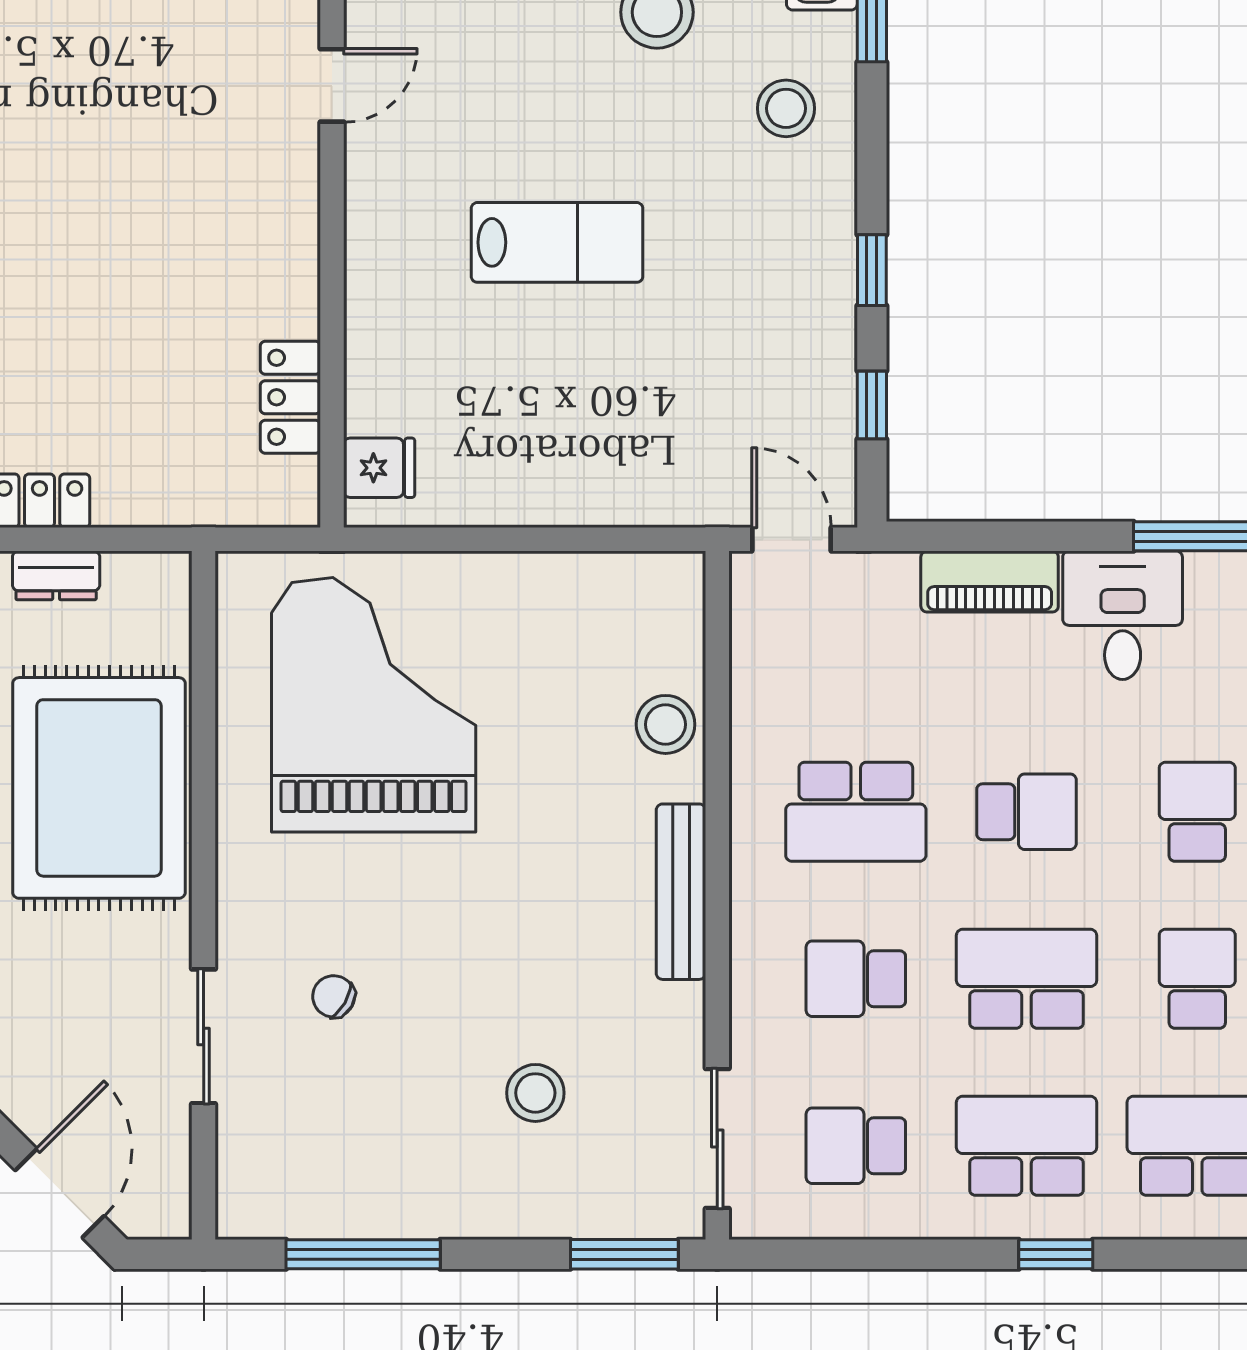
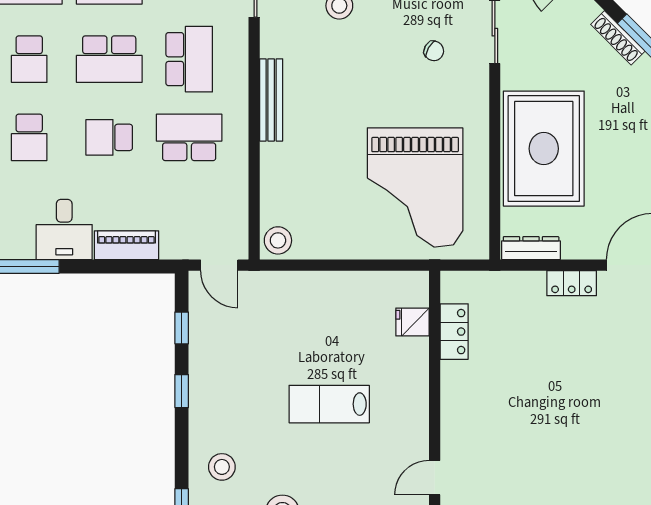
fridge: (379, 468) -> (412, 322), moved
dresser: (56, 575) -> (531, 248), moved, width x1.44
stool: (666, 724) -> (278, 240), moved
school desk: (856, 979) -> (189, 59), width x1.85

